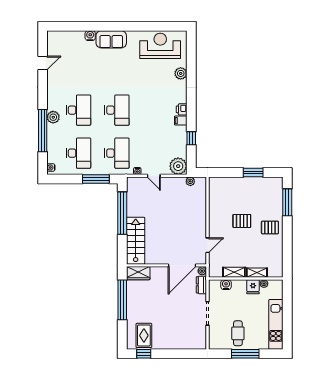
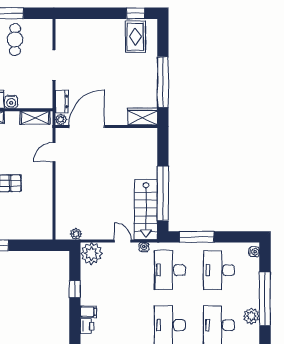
stairs: (136, 241) -> (146, 209), moved
shelving: (234, 272) -> (35, 118), moved
water cooler: (226, 285) -> (11, 102), moved

